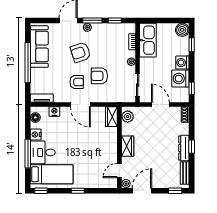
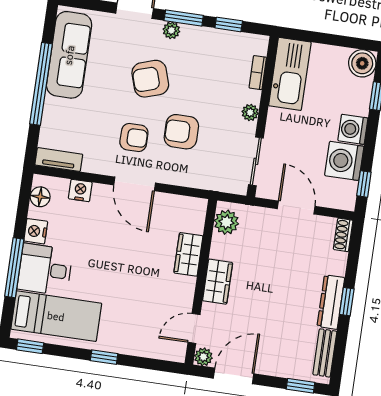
wardrobe: (111, 117) -> (188, 254), moved

